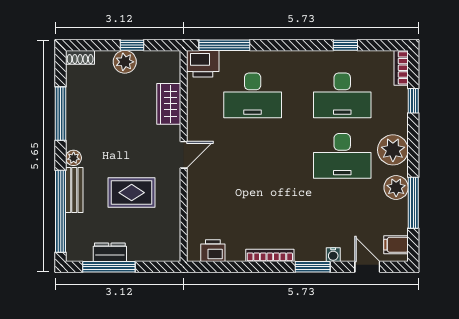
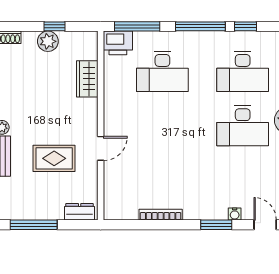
window: (295, 45) -> (200, 26), added
door: (184, 155) -> (101, 148), moved
printer: (213, 251) -> (127, 210), removed
dresser: (110, 252) -> (80, 212), moved
bookcase: (270, 255) -> (161, 215), moved

